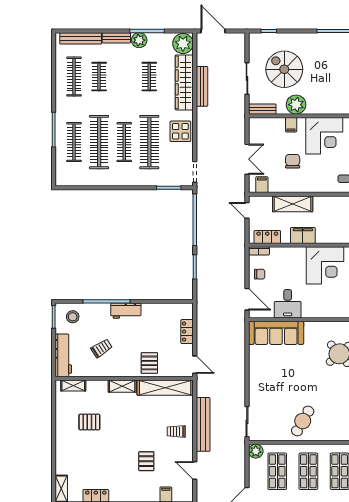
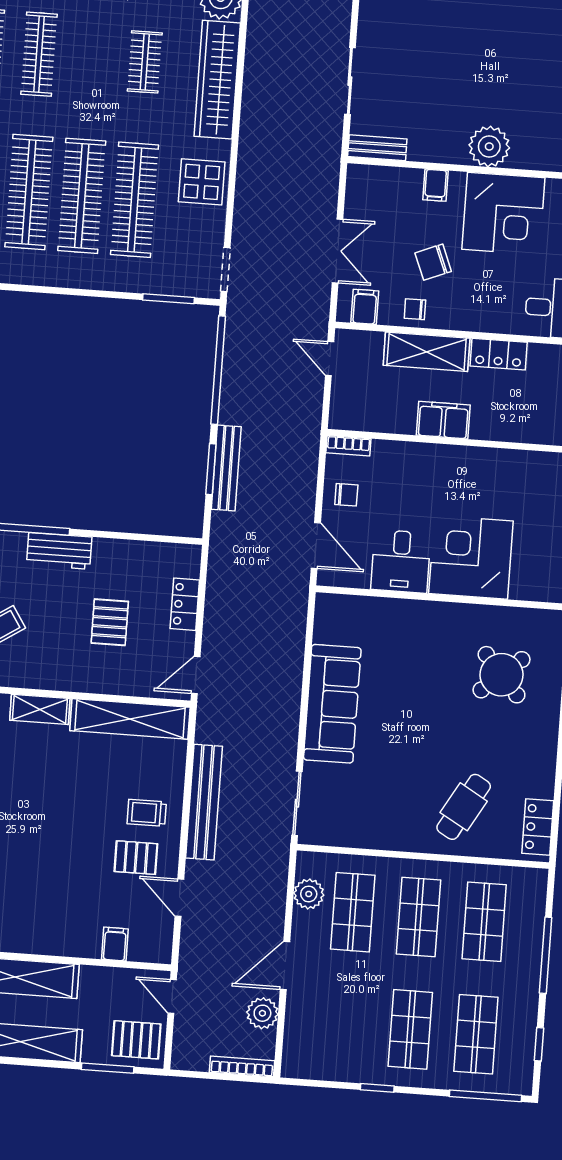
spiral stairs: (284, 69) -> (430, 67), removed
clothes rail: (99, 77) -> (39, 54), width x1.36
bench: (202, 86) -> (226, 468), moved
plant: (296, 105) -> (489, 146), moved
clothes rail: (124, 142) -> (82, 196), width x1.37, depth x1.31
chair: (293, 161) -> (433, 262), turned -112
chair: (286, 184) -> (415, 309), added
locker: (267, 237) -> (499, 354), moved, turned 180
corner desk: (325, 265) -> (471, 557), moved, turned 180
sofa: (276, 333) -> (332, 704), moved, turned -90
pallet: (149, 363) -> (110, 622), moved
door: (195, 365) -> (196, 675), swing flipped
cafe table: (303, 421) -> (464, 807), moved
plant: (256, 451) -> (309, 894), moved
pallet: (146, 461) -> (136, 858), moved, turned 90

